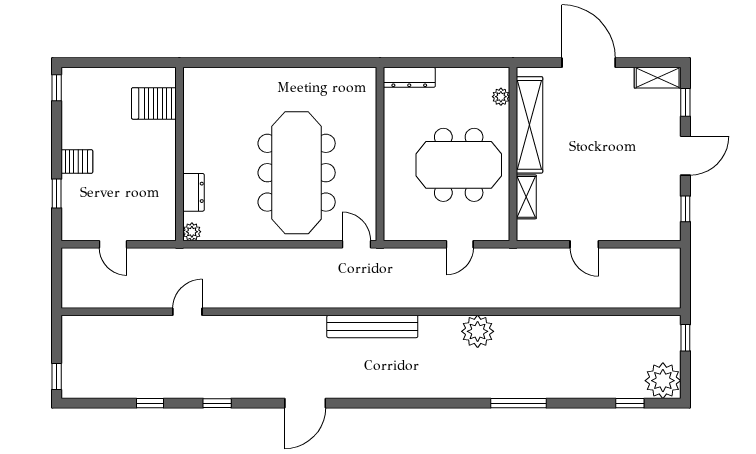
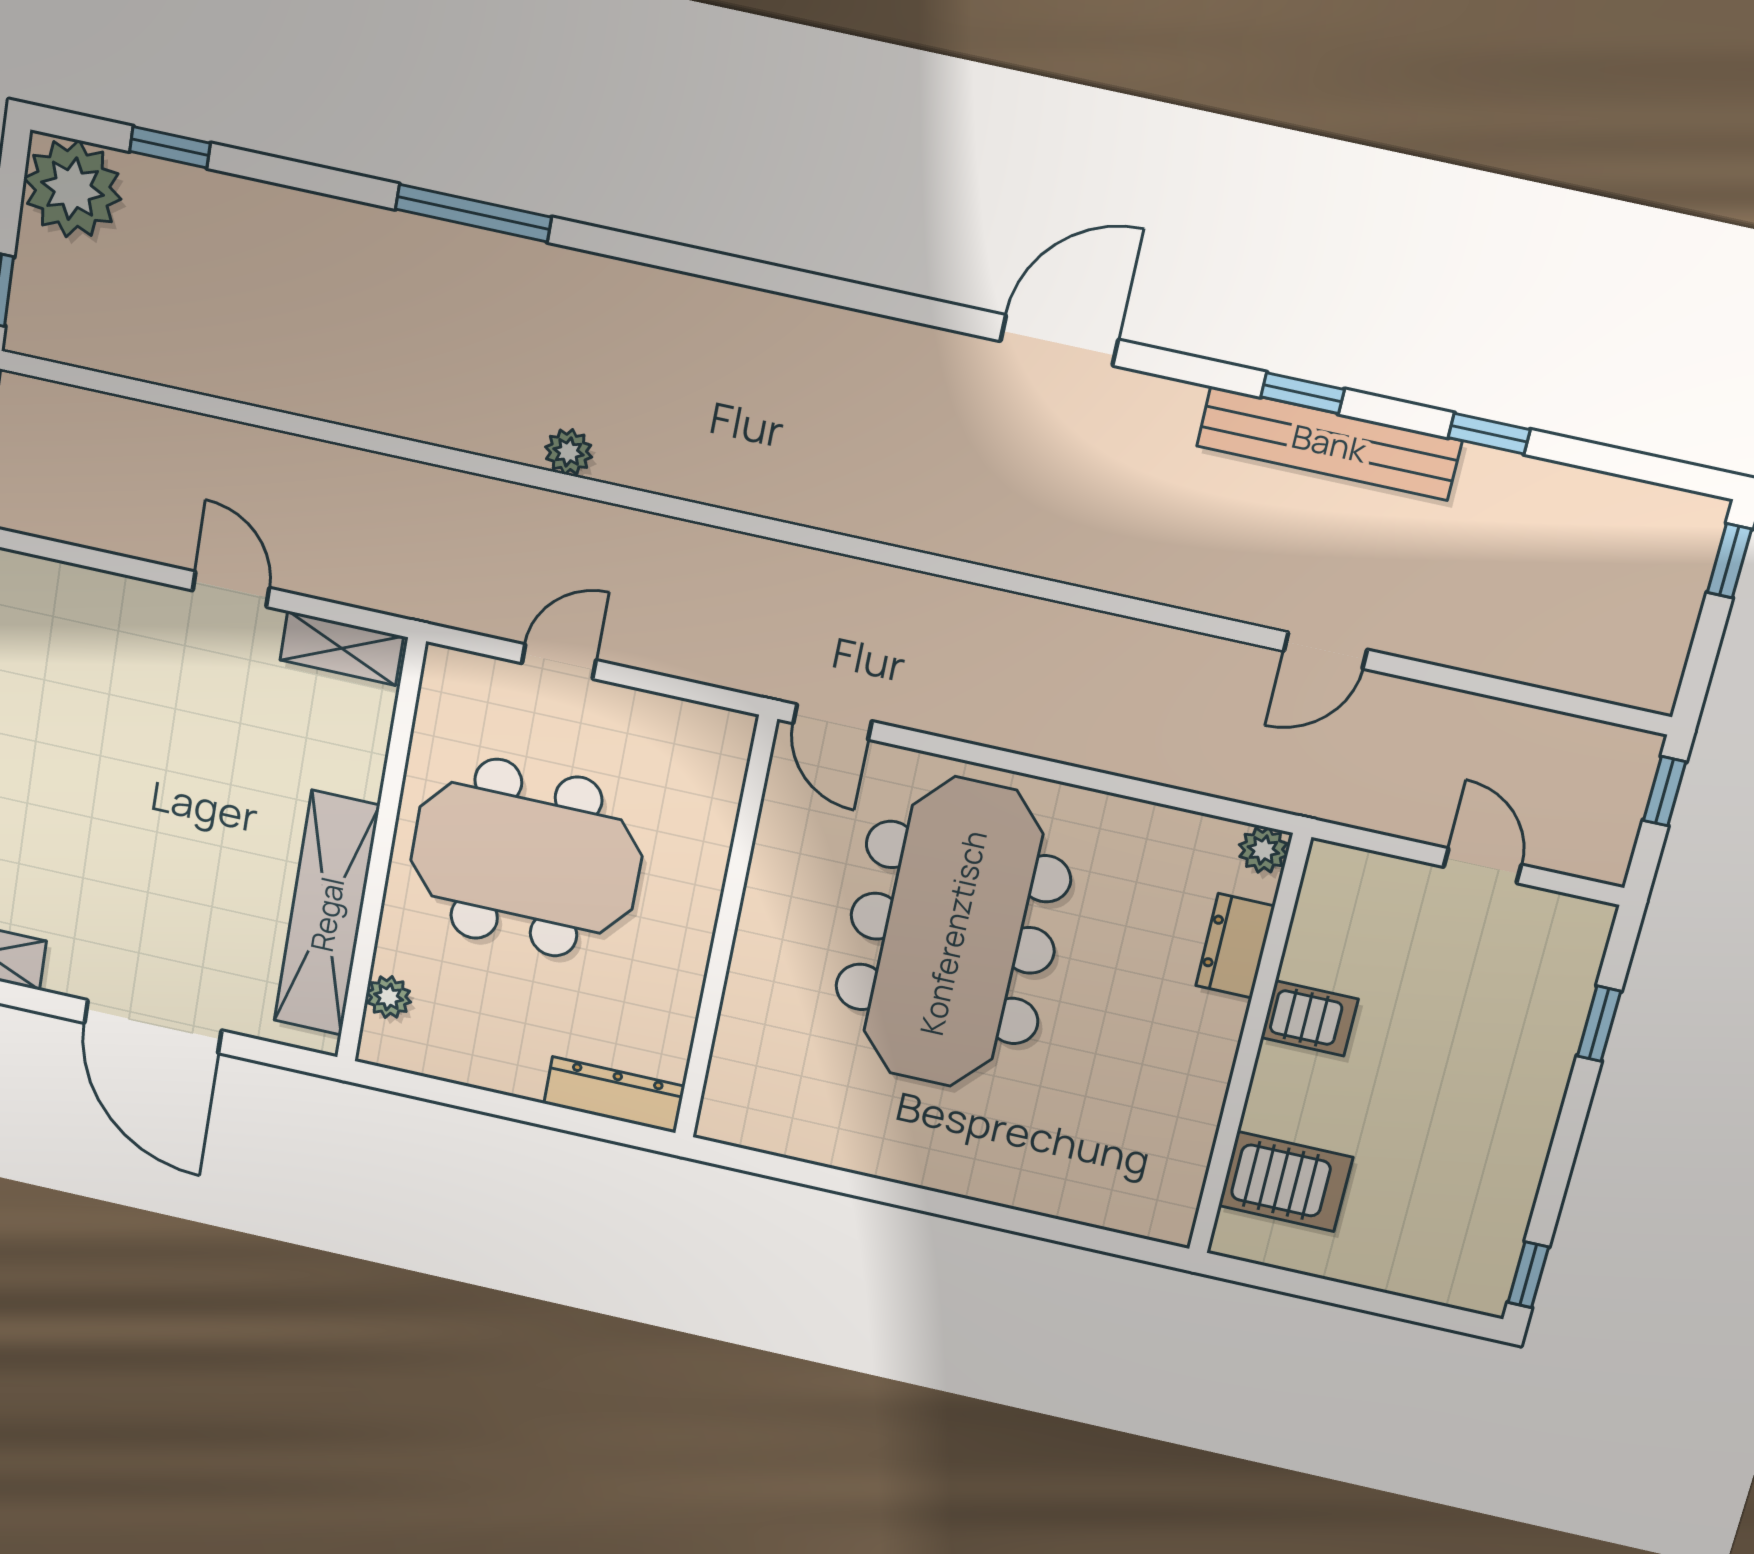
server rack: (77, 161) -> (1309, 1018), moved, turned 180
shelving: (526, 197) -> (342, 648), moved, turned 90
window: (57, 287) -> (1665, 791), added
bench: (372, 326) -> (1329, 443), moved
plant: (478, 331) -> (569, 452), width x0.53, depth x0.53

